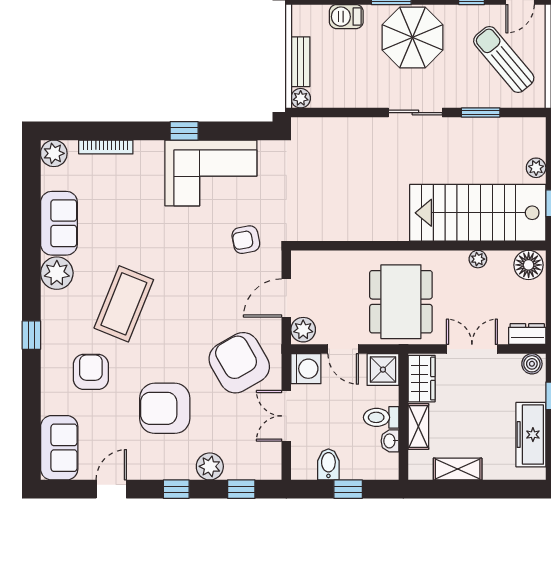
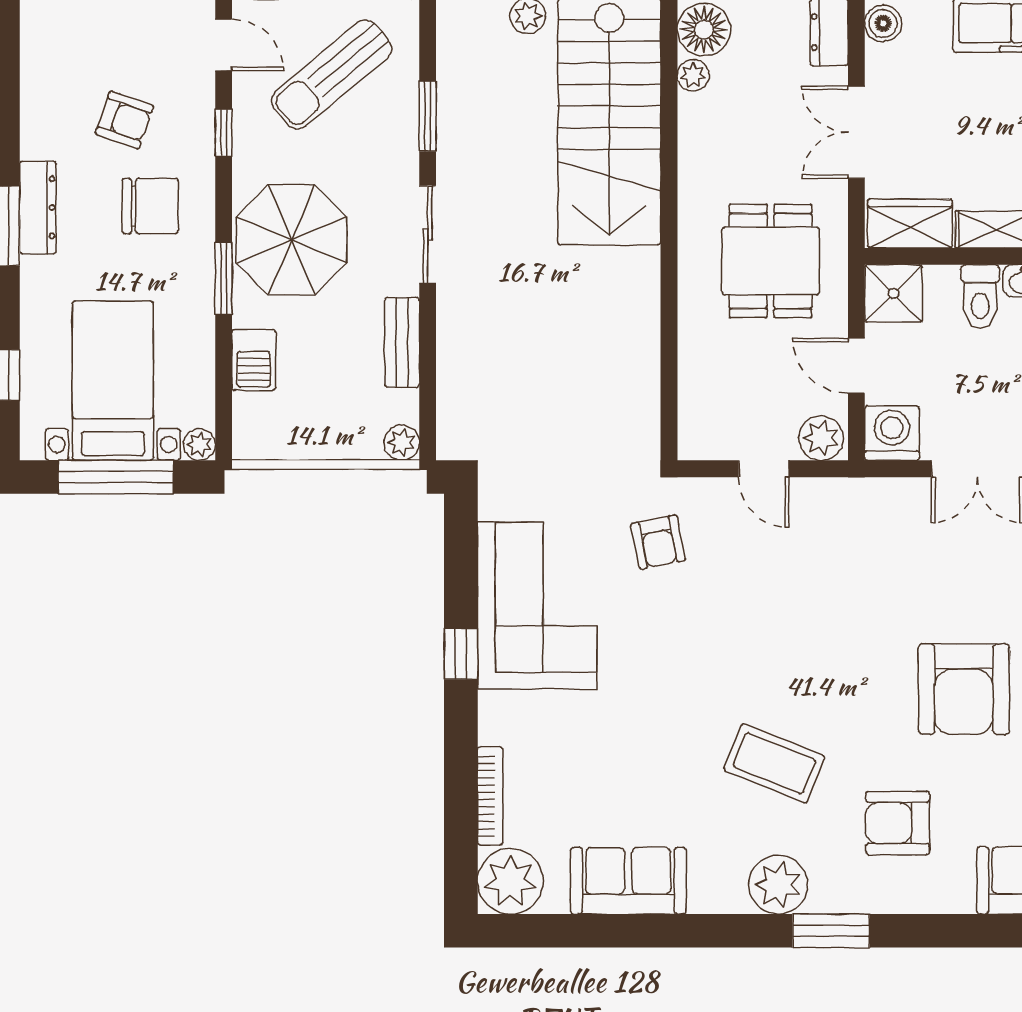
bench: (300, 62) -> (402, 342), moved, turned 90
plant: (54, 153) -> (510, 881), width x1.36, depth x1.36
plant: (478, 259) -> (693, 75), moved
plant: (57, 273) -> (778, 885), moved
door: (286, 298) -> (764, 469), width x0.73
dining table: (401, 302) -> (771, 261), width x0.73
coffee table: (124, 304) -> (774, 763), width x0.73, depth x0.76
window: (31, 335) -> (831, 931), width x1.50
door: (343, 349) -> (856, 366), swing flipped
armchair: (239, 363) -> (881, 554), removed

